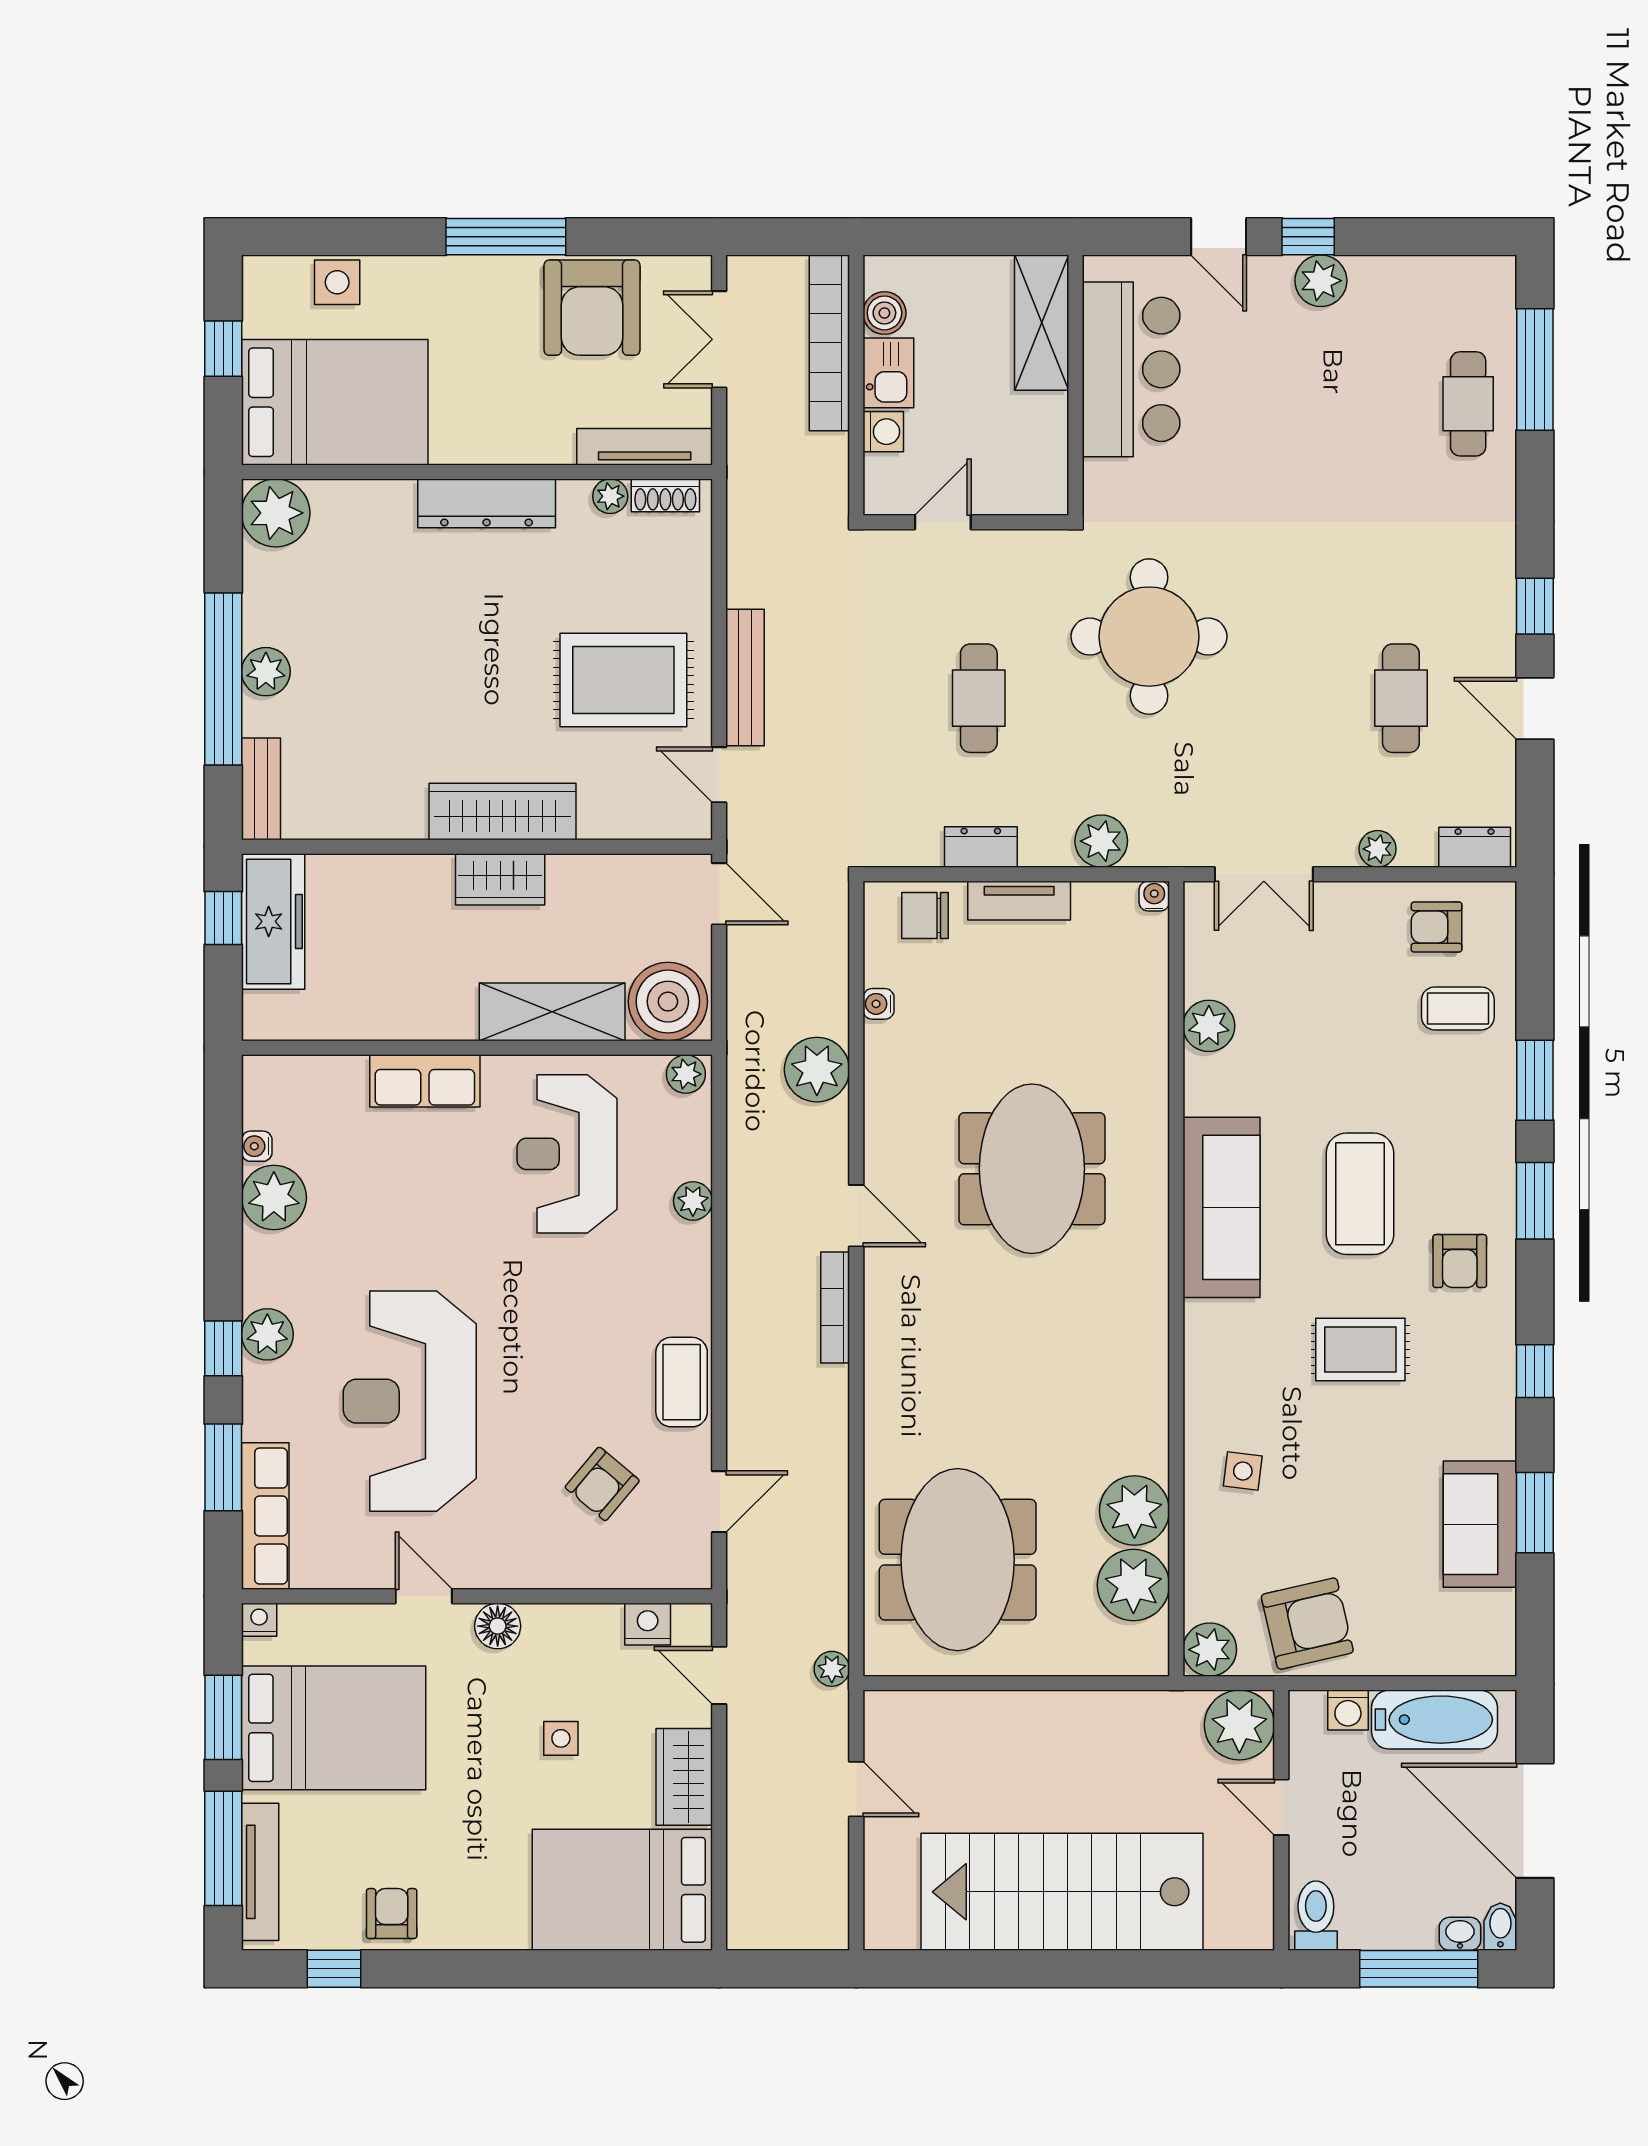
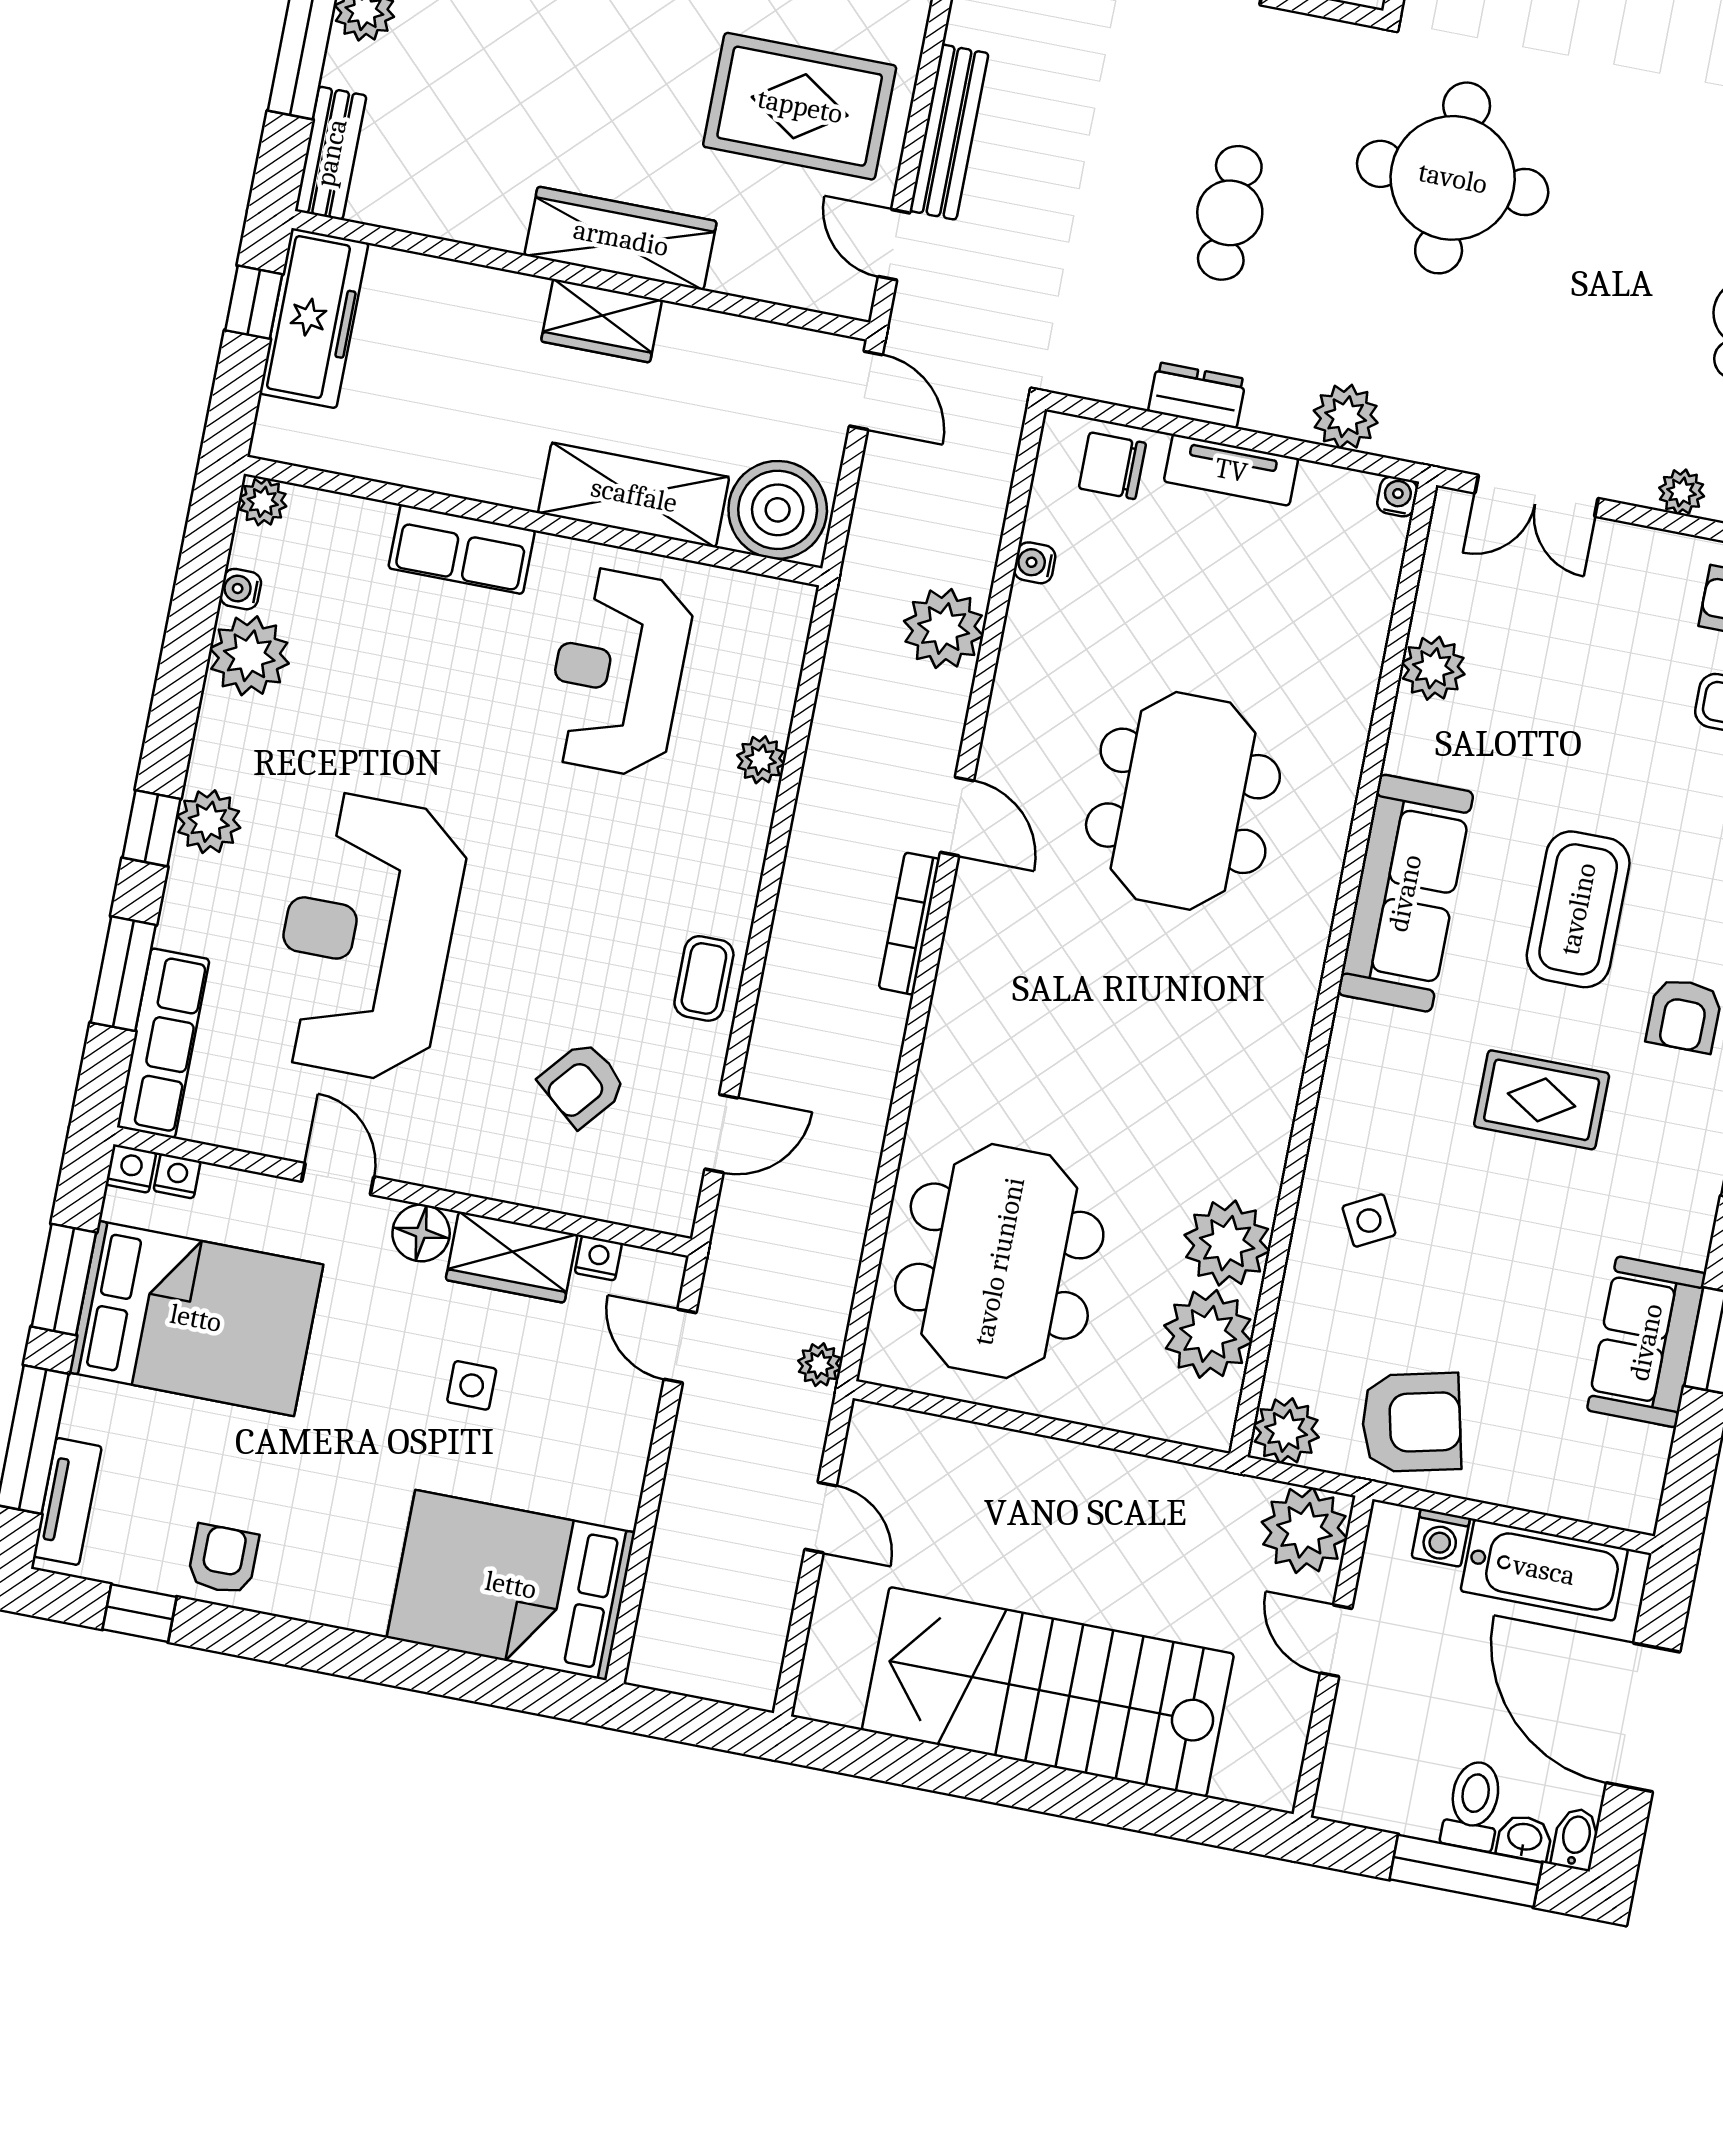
plant: (686, 1074) -> (263, 502), moved
coffee table: (682, 1382) -> (704, 978), width x0.73, depth x0.77
side table: (1243, 1471) -> (1369, 1221), turned -35
nightstand: (297, 1619) -> (177, 1176), added
nightstand: (648, 1624) -> (598, 1258), width x0.72, depth x0.74
wardrobe: (684, 1777) -> (512, 1257), moved, turned -90
tv unit: (260, 1872) -> (67, 1501), width x0.71
toilet: (1316, 1916) -> (1473, 1805), moved

